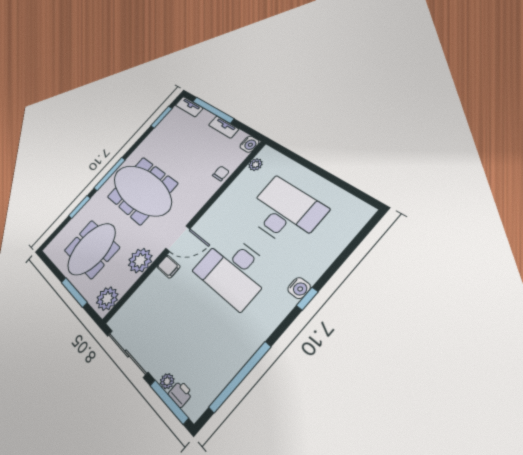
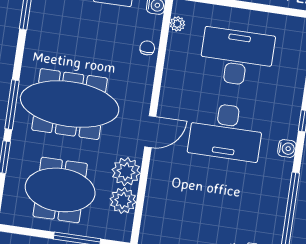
meeting table: (92, 249) -> (60, 190), turned 90
filing cabinet: (169, 267) -> (161, 161), removed
water cooler: (299, 288) -> (287, 148), moved
plant: (107, 299) -> (123, 201), moved

